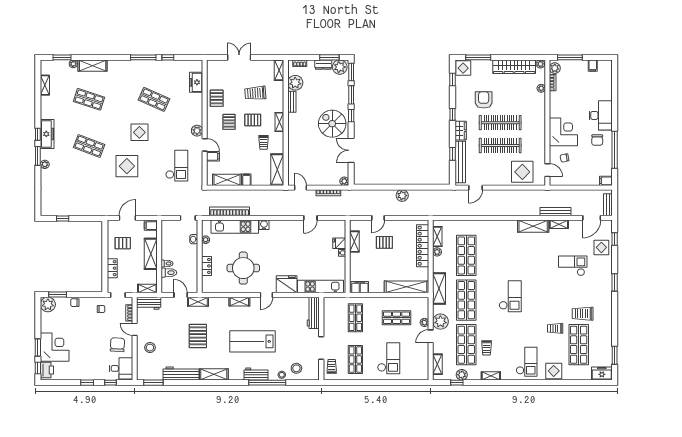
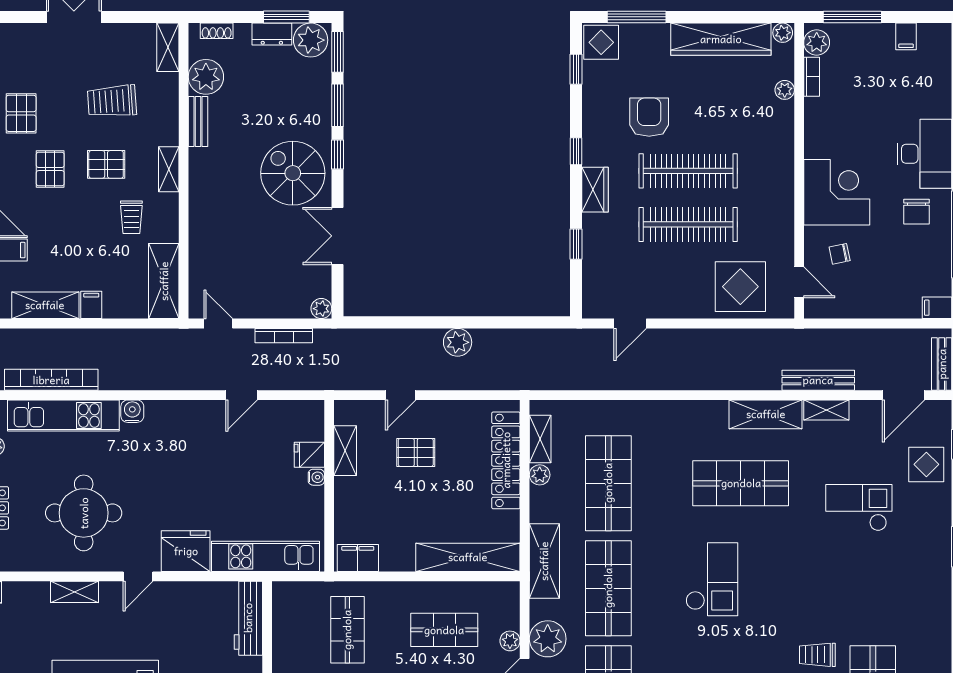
bench: (460, 162) -> (594, 263), removed
shop shelf: (522, 255) -> (741, 483), added
trolley: (583, 314) -> (882, 620), removed

